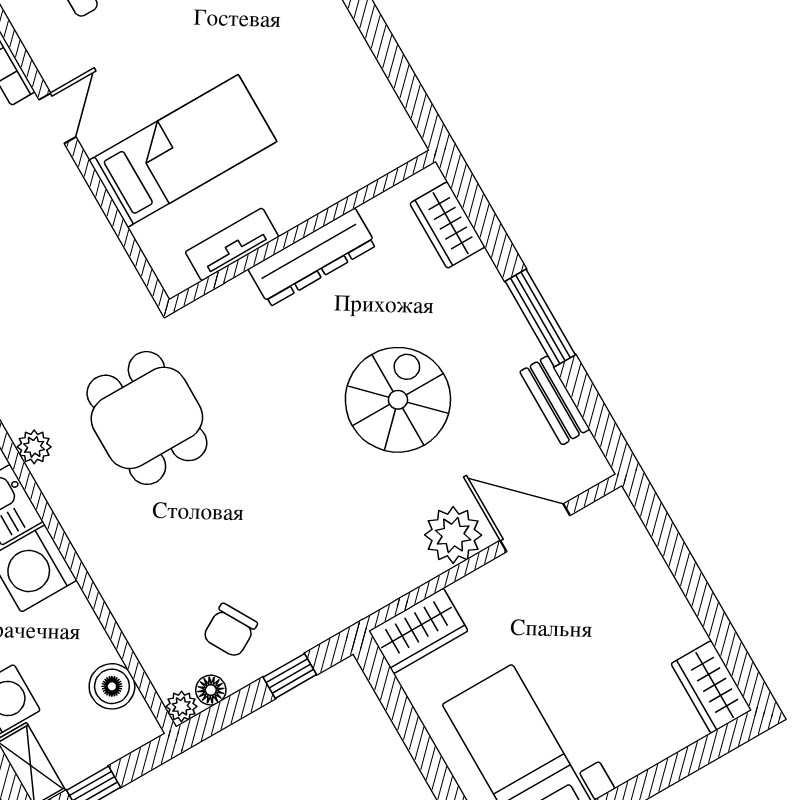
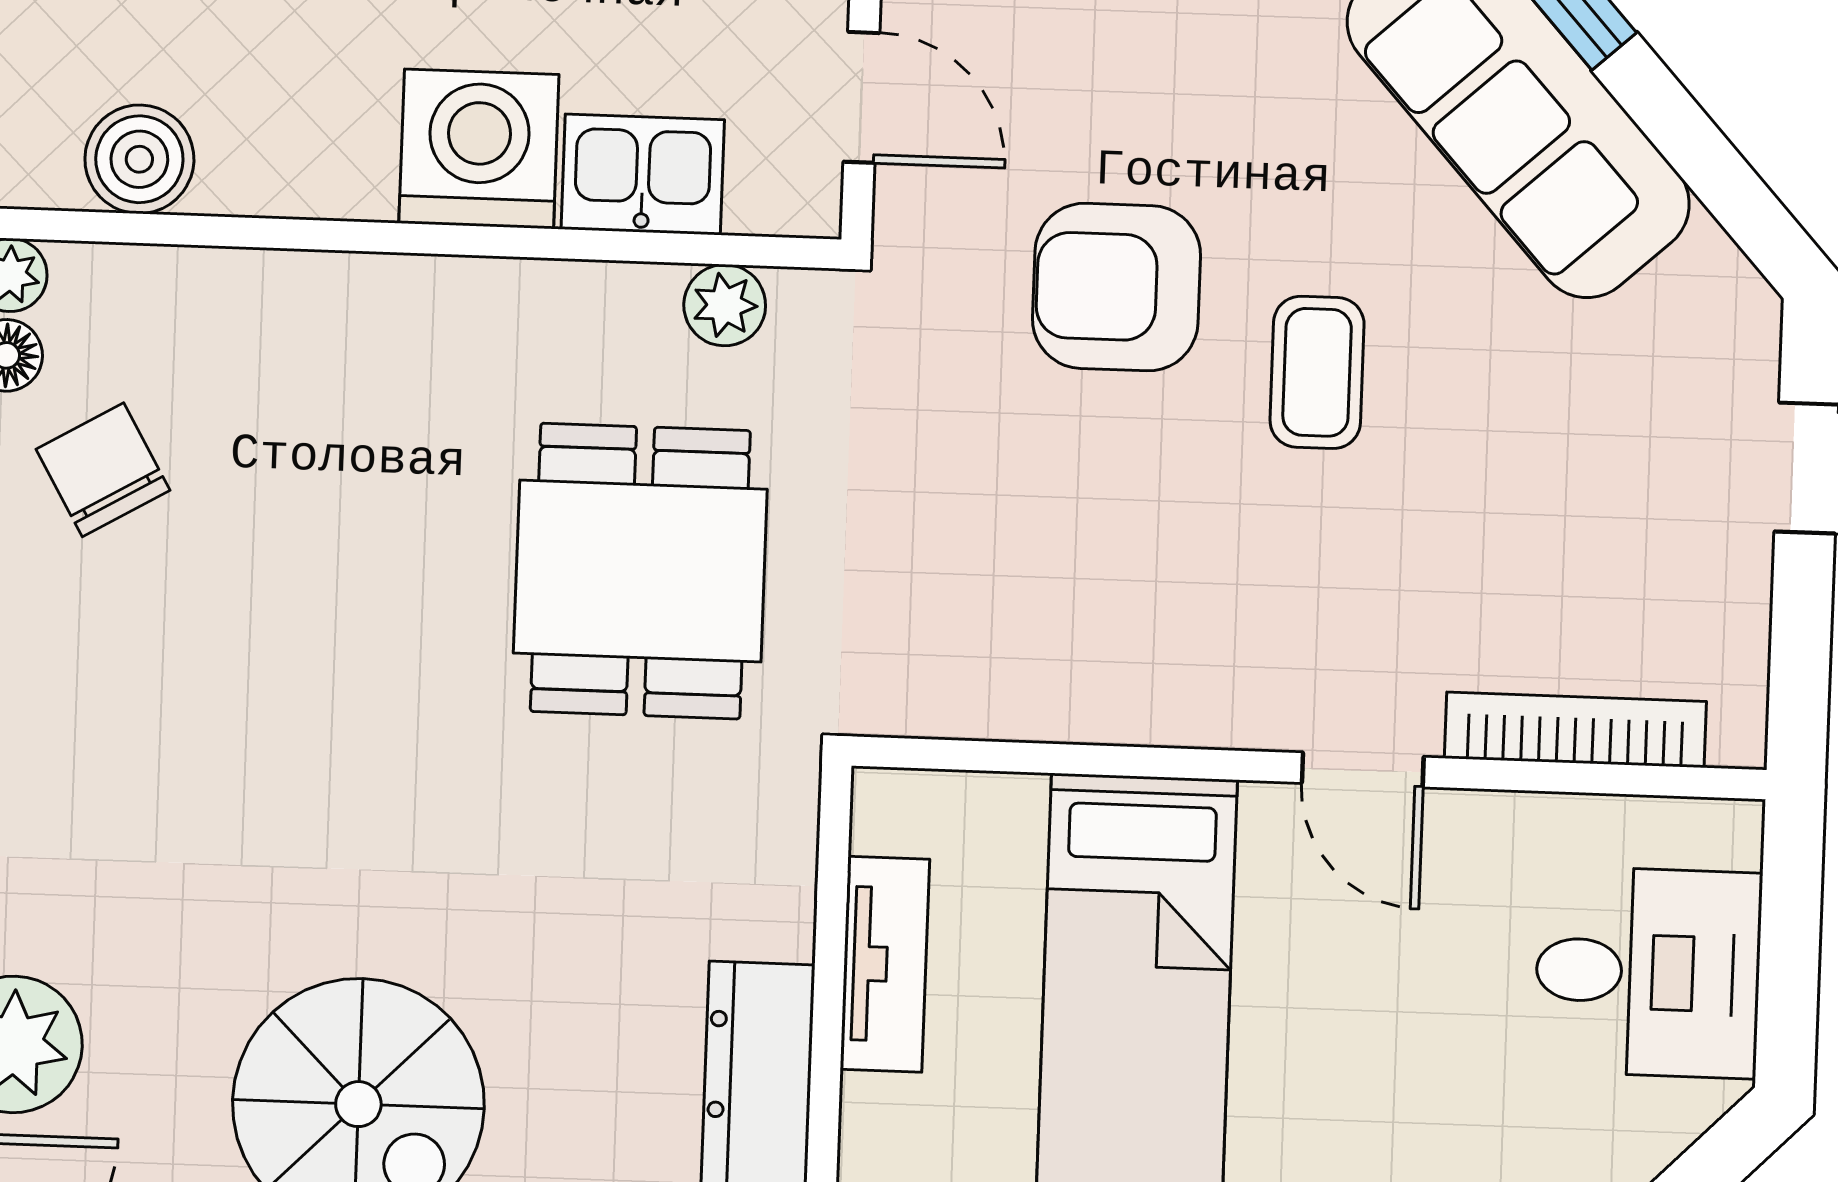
dining table: (147, 418) -> (640, 571), turned 90

